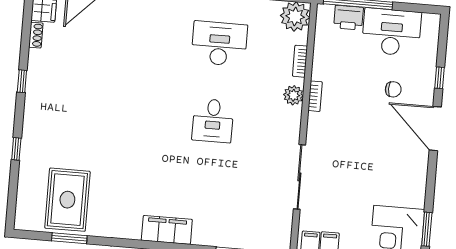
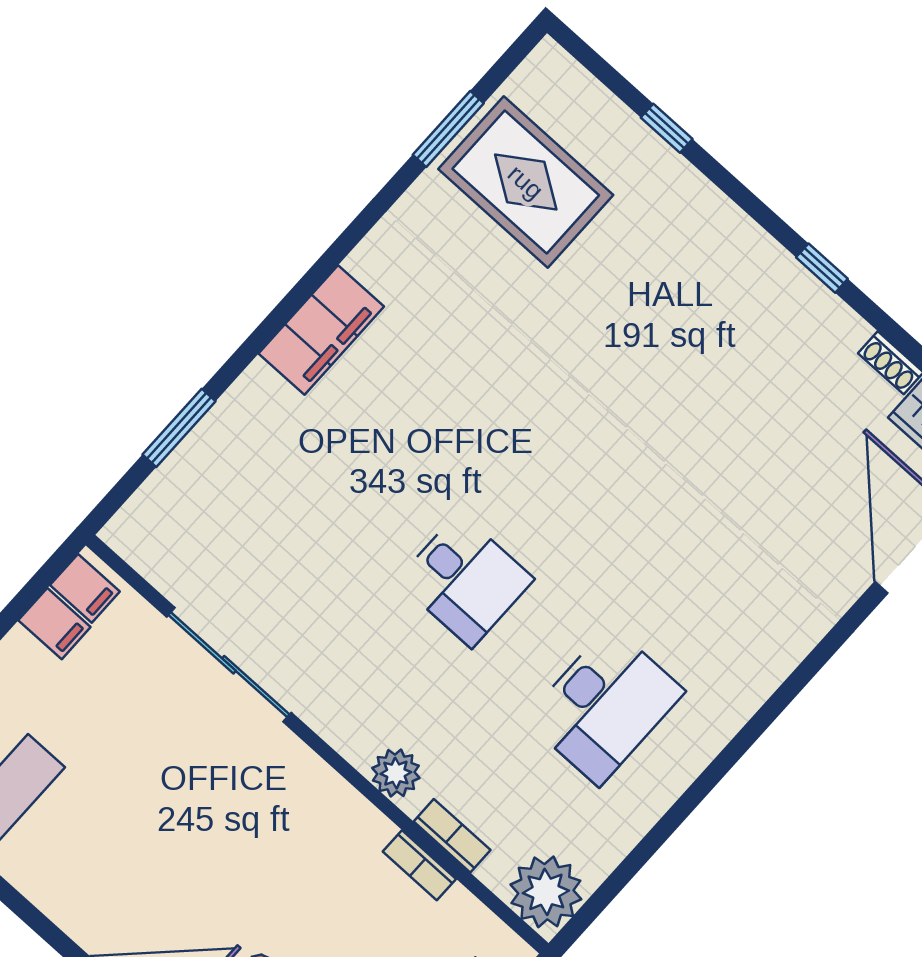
bookcase: (315, 96) -> (419, 865), moved
desk: (213, 121) -> (465, 580), turned 180
window: (16, 149) -> (667, 128), moved

